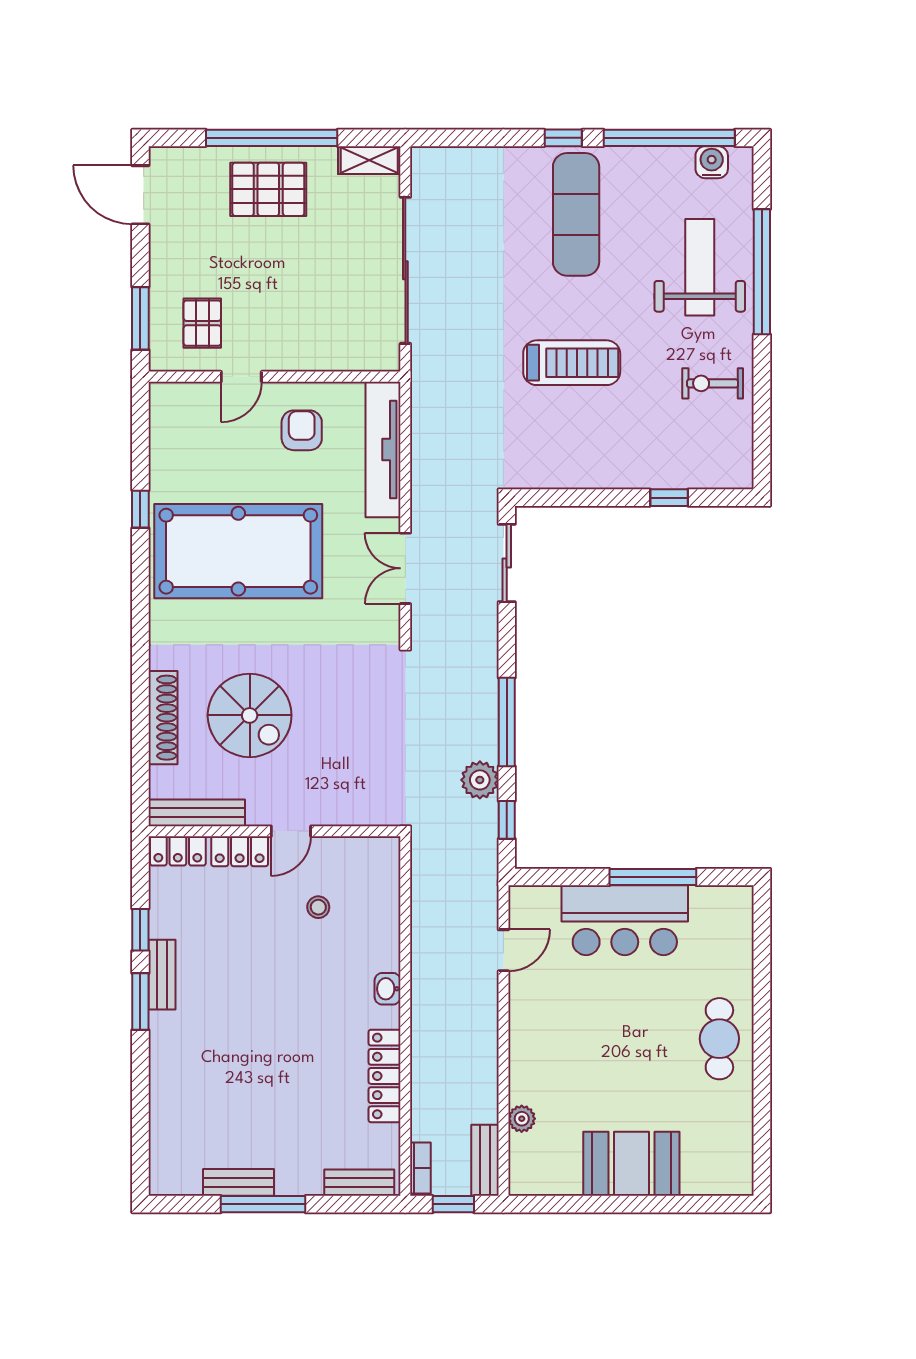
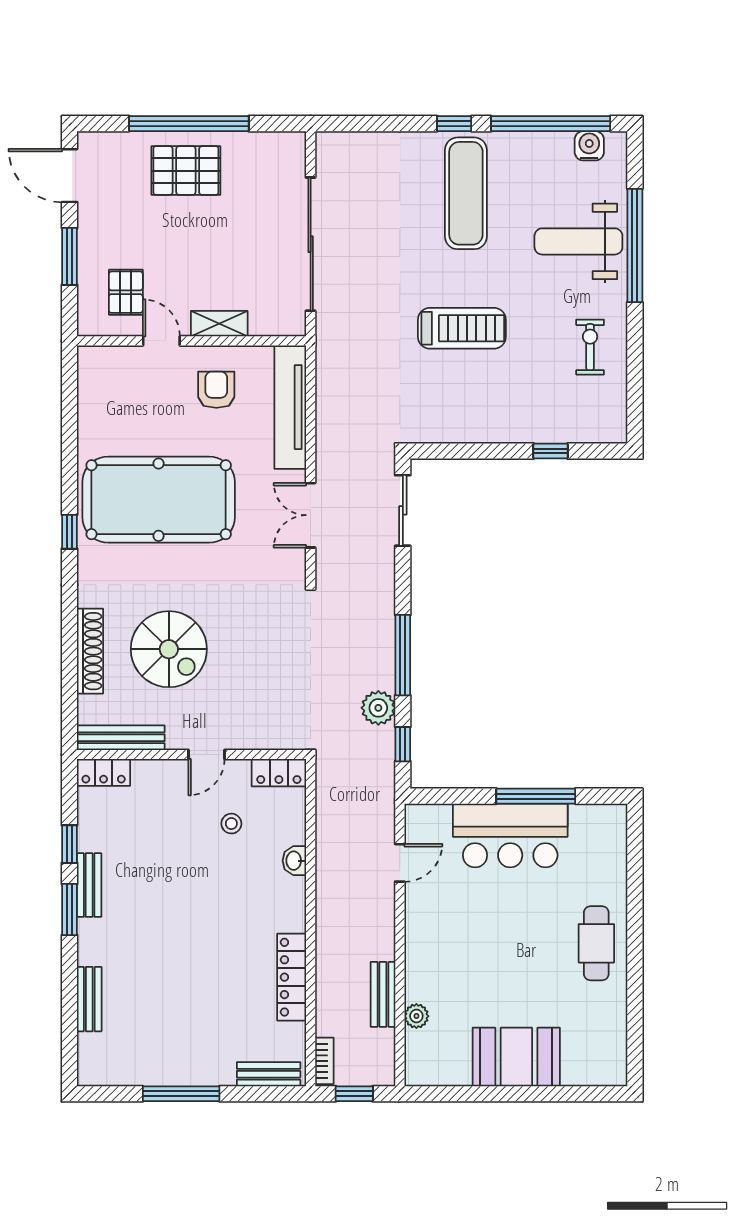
shelving: (369, 160) -> (219, 324), moved
weight bench: (700, 267) -> (578, 241), turned -90
window: (140, 318) -> (70, 256), moved
door: (241, 377) -> (161, 341), swing flipped
exercise bike: (713, 383) -> (590, 347), turned 90
window: (140, 509) -> (70, 532), moved
locker: (240, 851) -> (279, 773), moved
washbasin: (388, 989) -> (294, 861), moved
bench: (485, 1160) -> (383, 994), moved
bench: (239, 1182) -> (89, 999), moved, turned 90

